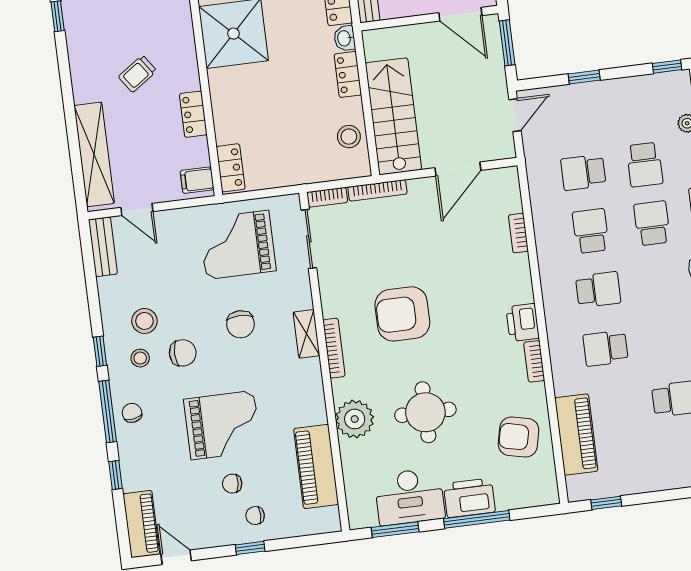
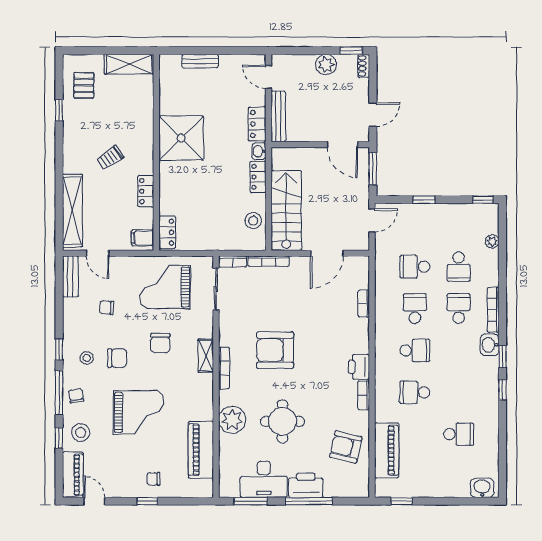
stool: (144, 321) -> (81, 432), moved
chair: (232, 484) -> (107, 308), moved

